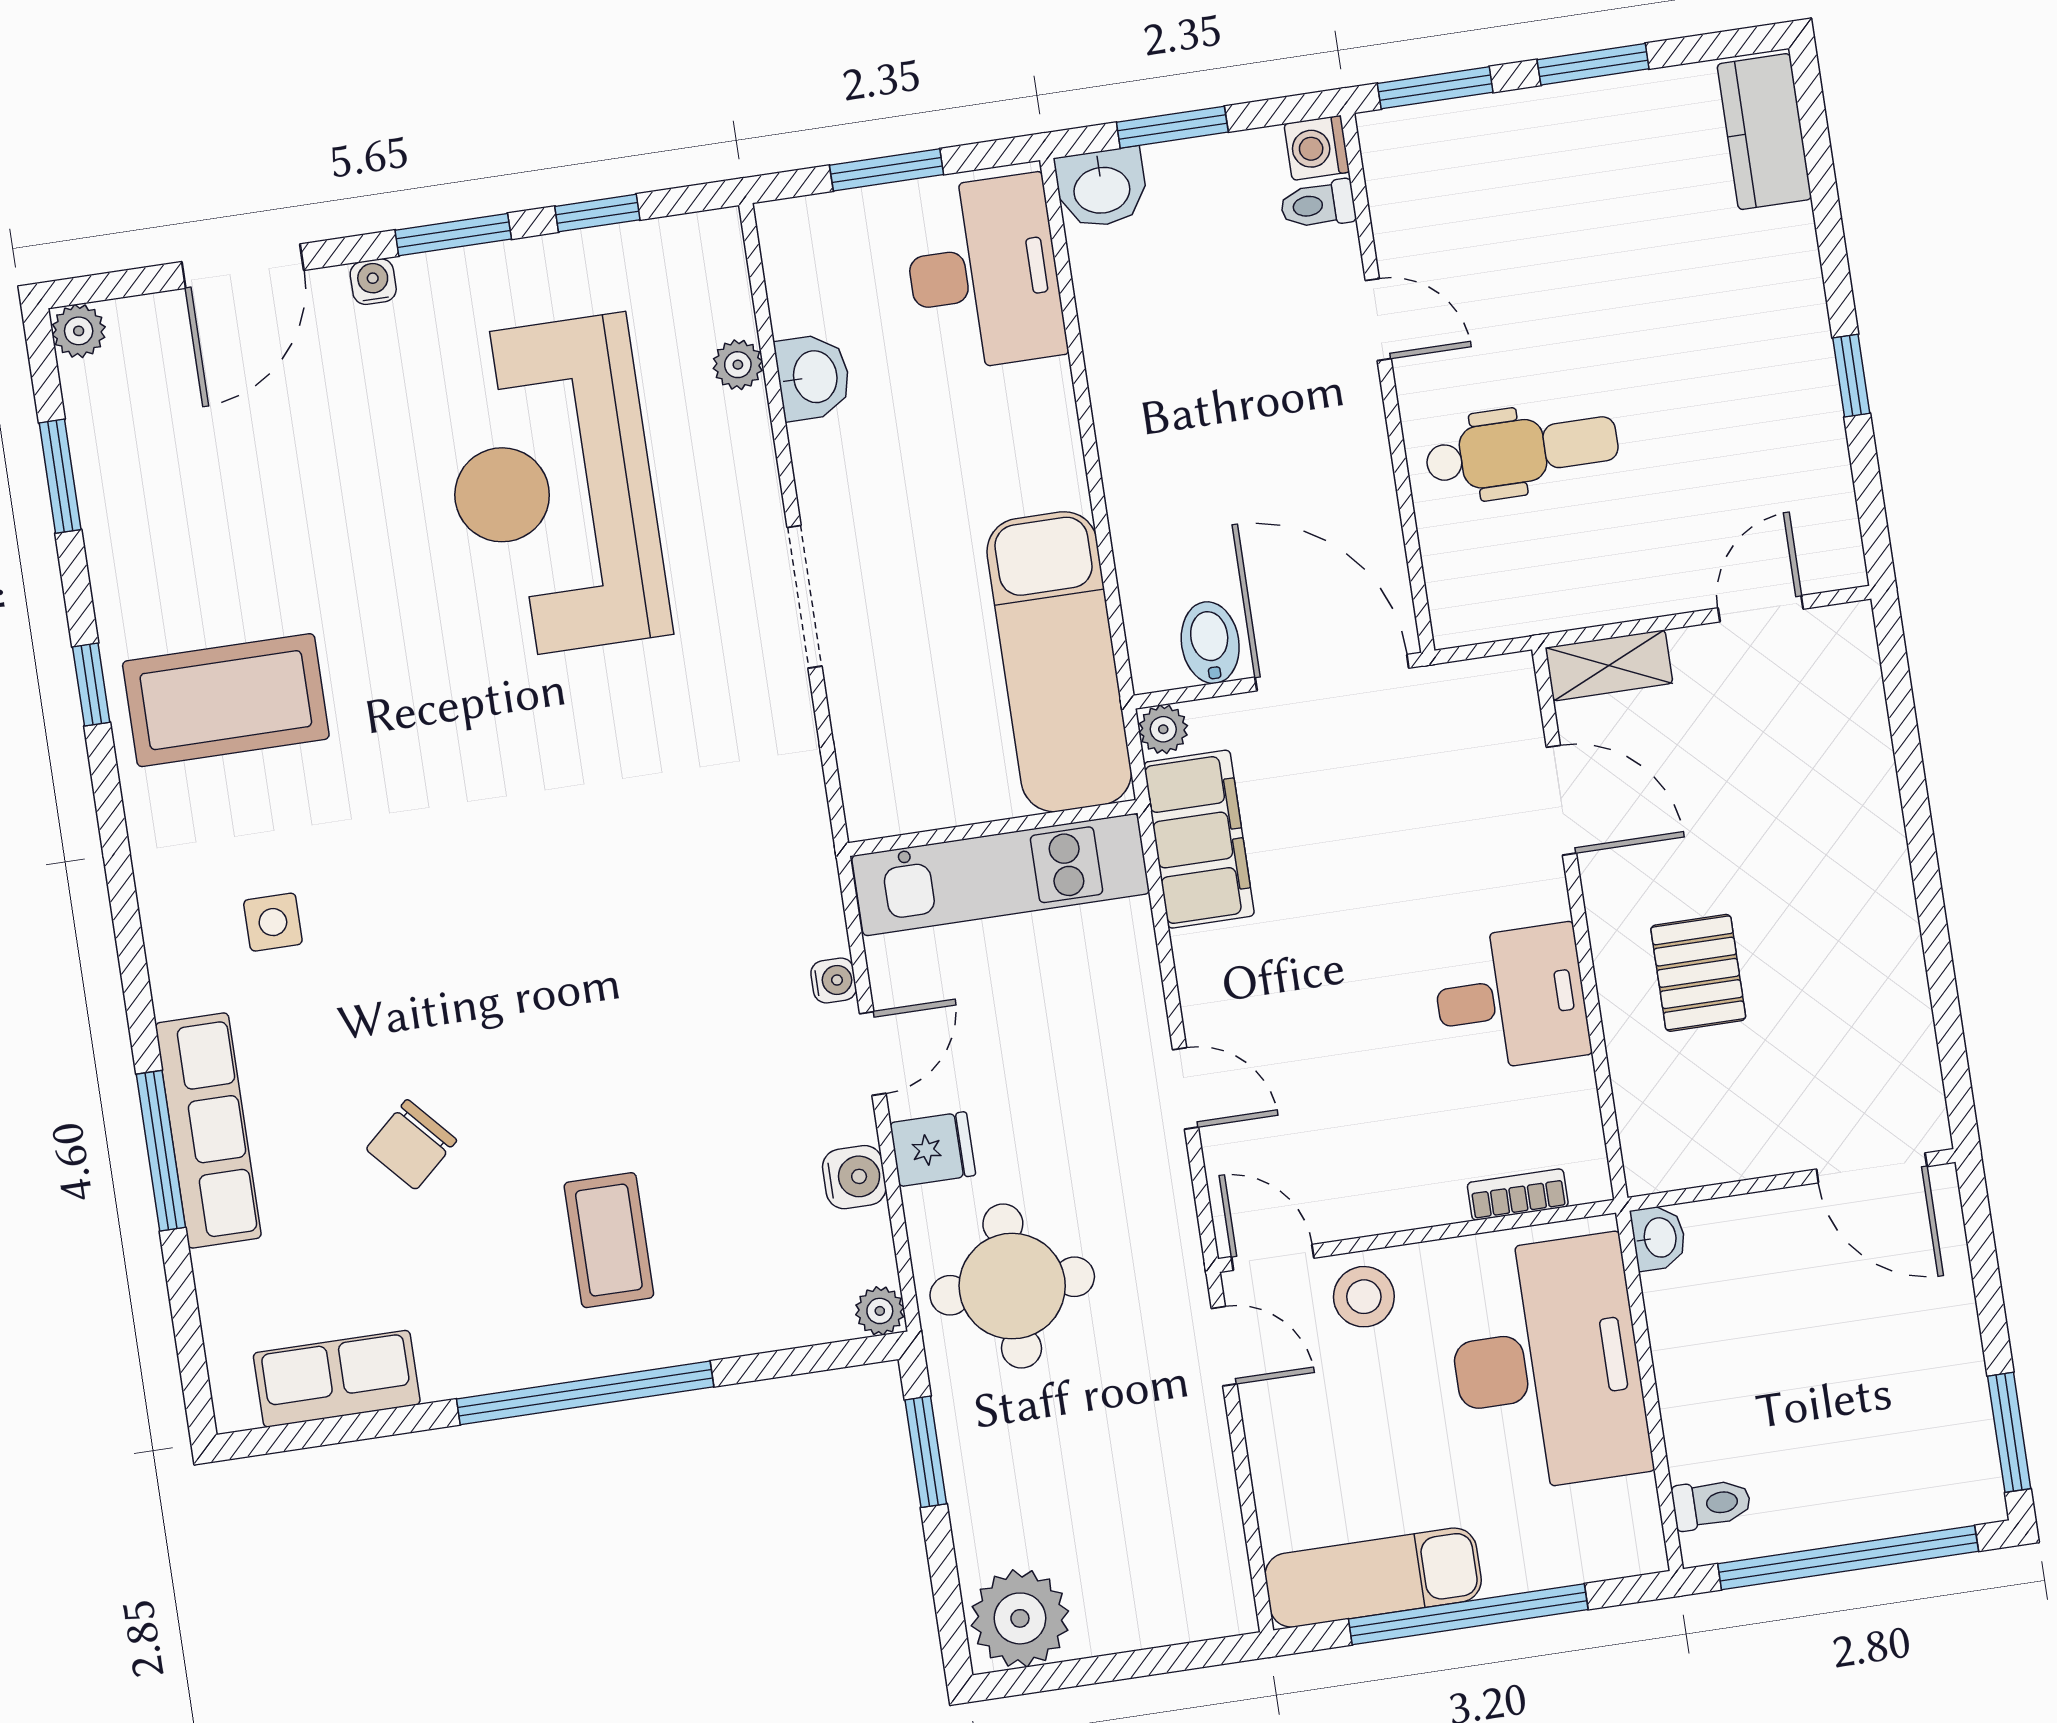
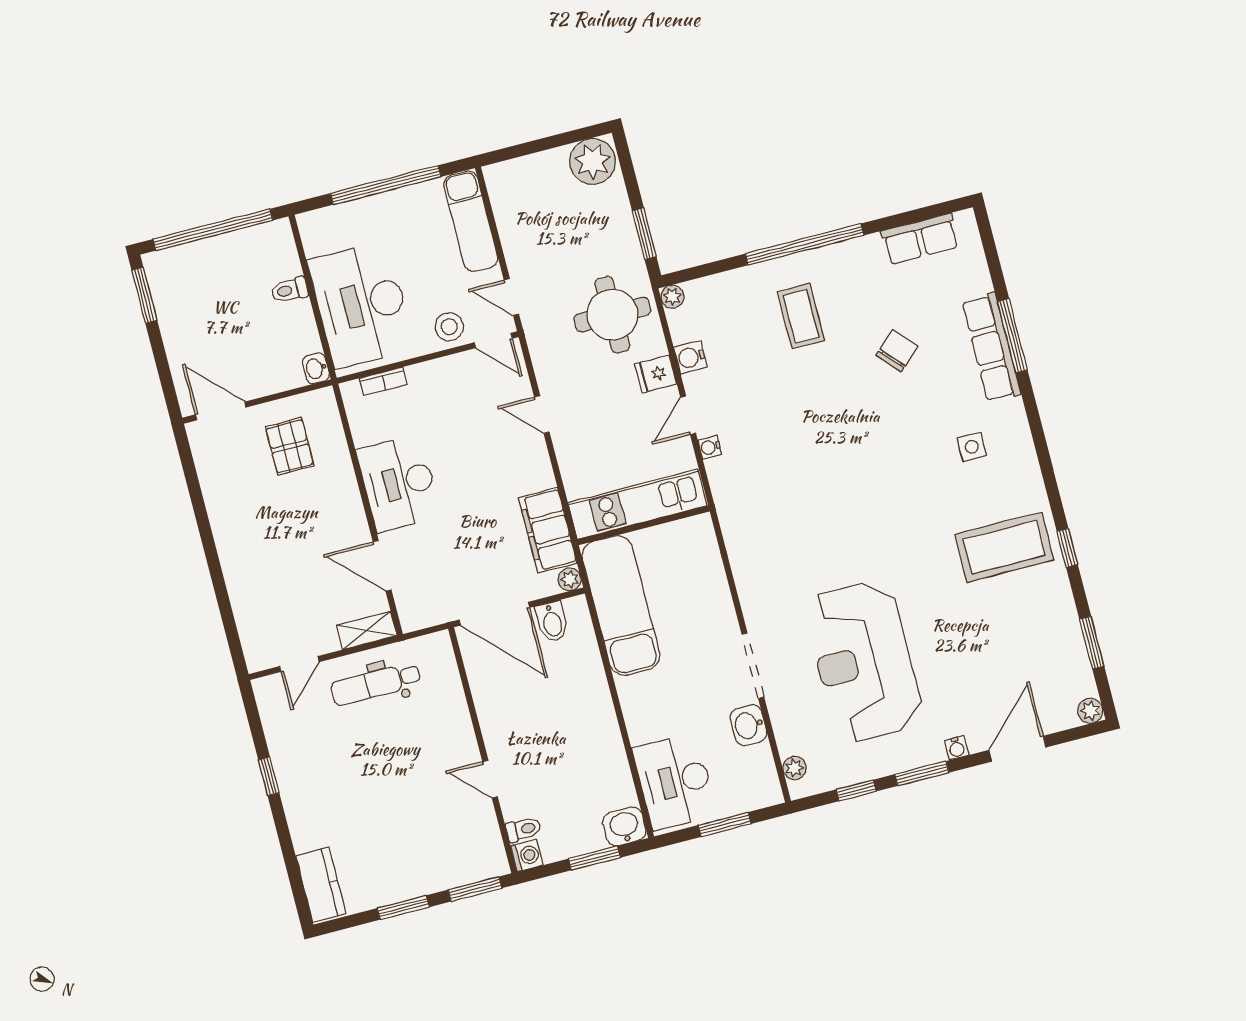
plant: (738, 365) -> (794, 768), moved
dental chair: (1522, 451) -> (376, 684), moved
reception desk: (553, 487) -> (864, 661), turned 180
doorway: (804, 597) -> (753, 666), moved
pallet: (1698, 973) -> (290, 446), moved
desk: (1511, 998) -> (399, 483), width x1.37
toilet: (1711, 1504) -> (289, 290), moved
exam couch: (1373, 1578) -> (471, 221), moved, turned 90

